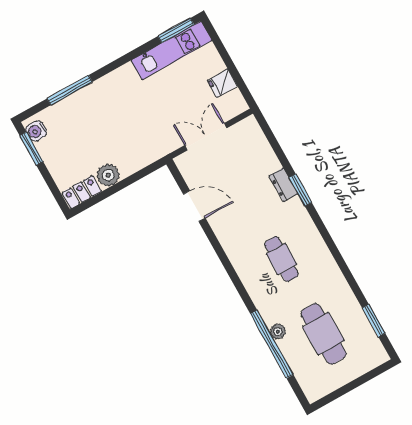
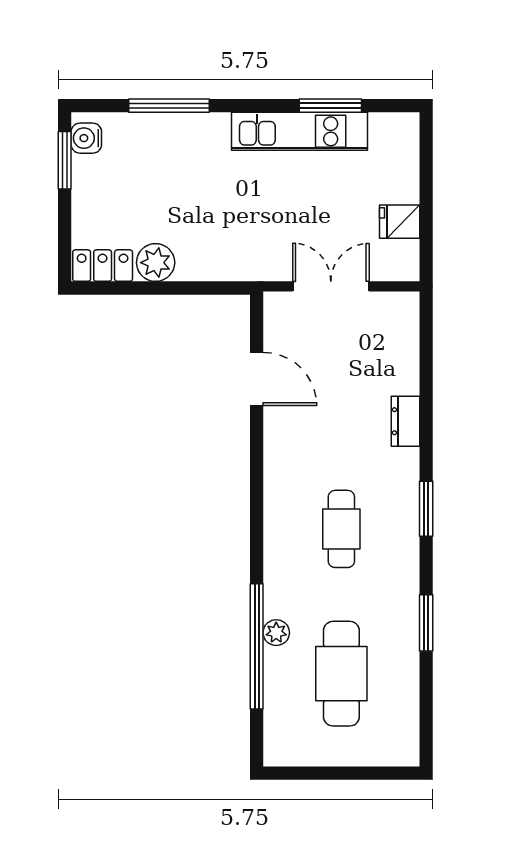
window: (176, 30) -> (330, 106), moved
kitchen unit: (171, 50) -> (299, 131), moved
window: (300, 190) -> (426, 509), moved
window: (374, 321) -> (426, 623), moved

